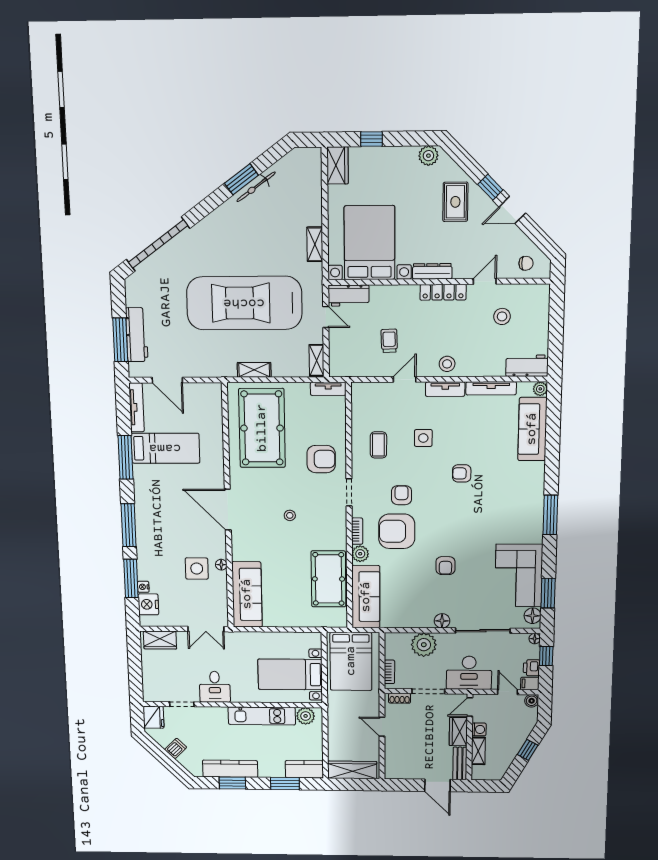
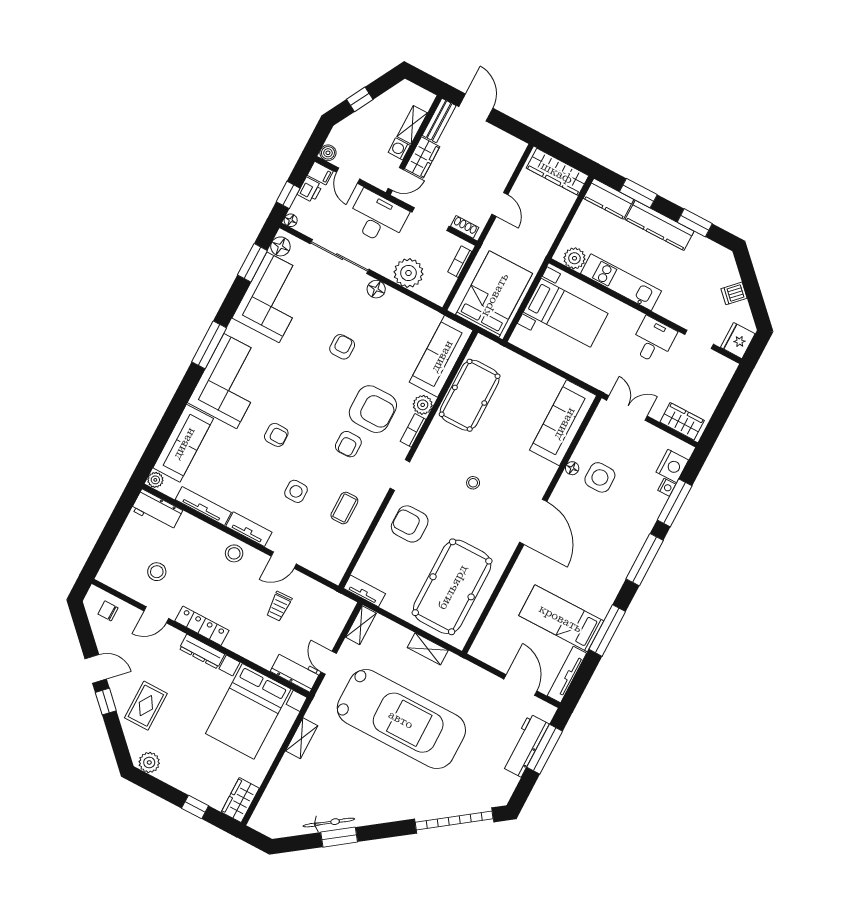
corner sofa: (519, 496) -> (230, 381), added
kitchen counter: (230, 769) -> (660, 225), moved

